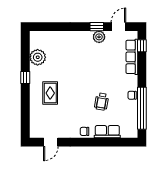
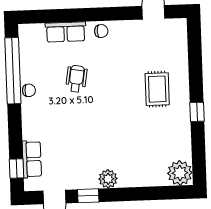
plant: (99, 37) -> (108, 179), moved
plant: (38, 57) -> (180, 173), moved
row of seats: (132, 57) -> (32, 159), width x0.68

